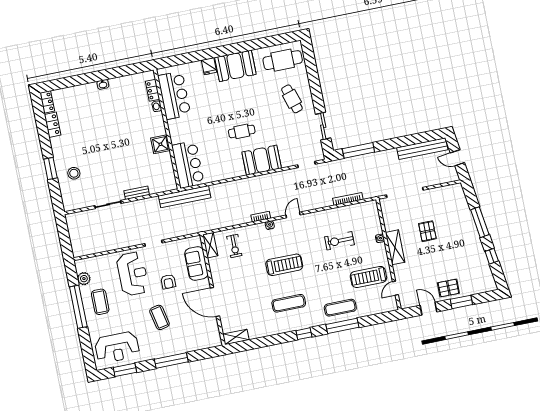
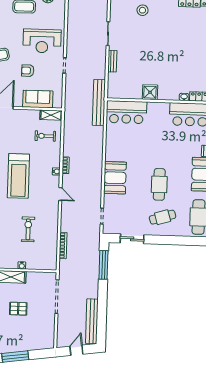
cafe table: (242, 131) -> (159, 184), moved, width x1.37, depth x1.35
treadmill: (284, 265) -> (18, 176), width x1.37, depth x1.38

